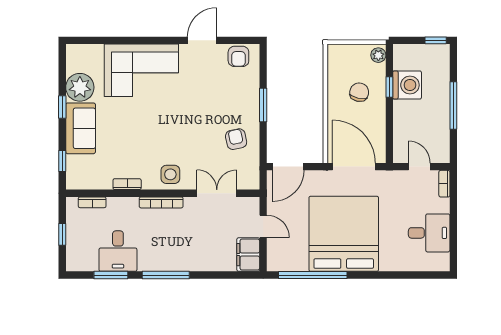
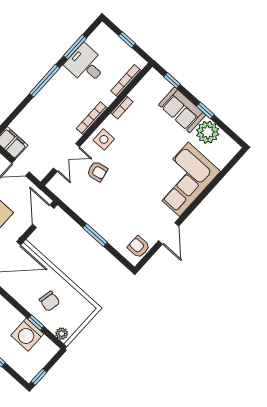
armchair: (236, 139) -> (97, 171), moved
bookcase: (92, 202) -> (126, 81), width x1.56

